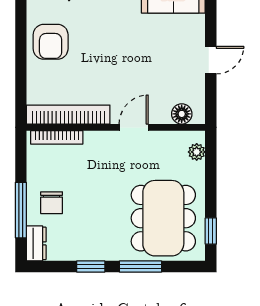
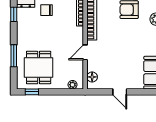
door: (134, 127) -> (85, 52), swing flipped
dining table: (163, 218) -> (39, 68), width x0.73
window: (91, 266) -> (14, 14), moved

